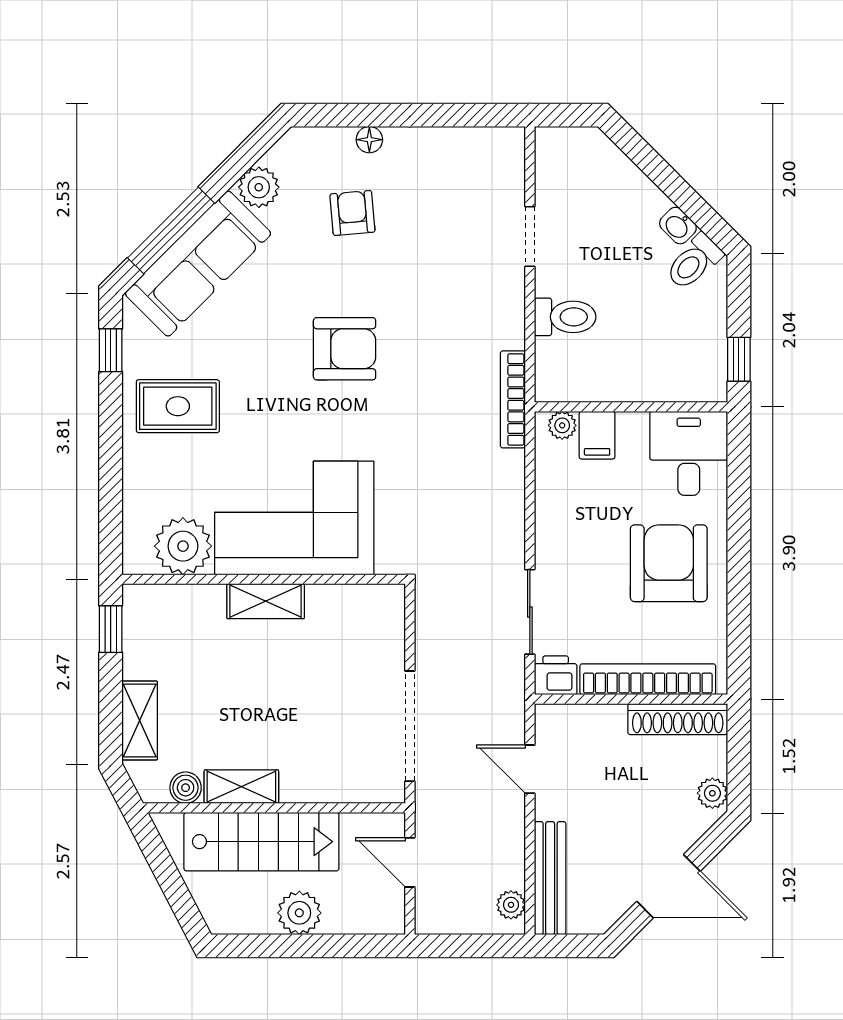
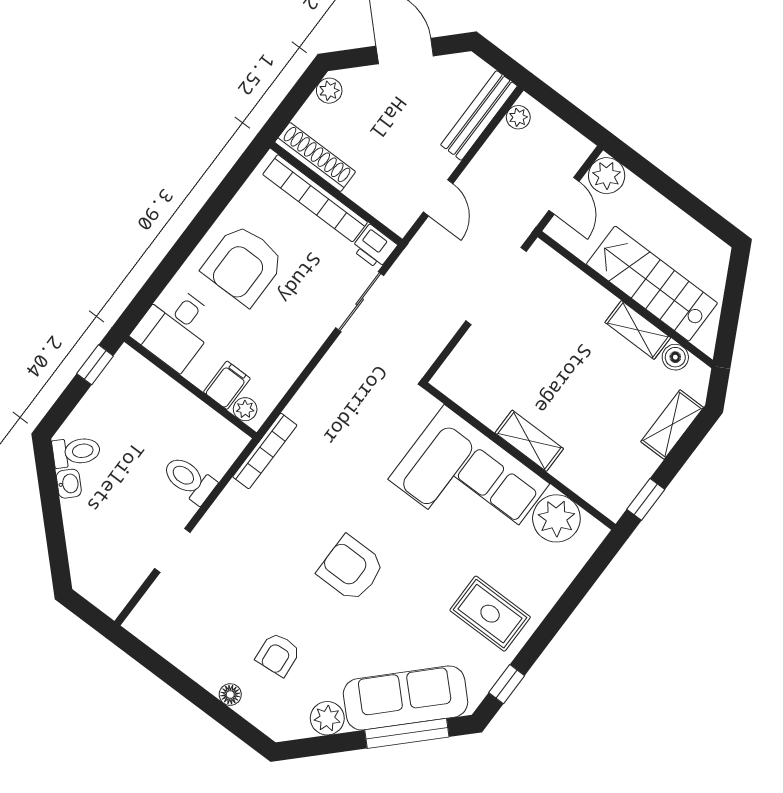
plant: (299, 913) -> (607, 176), moved

